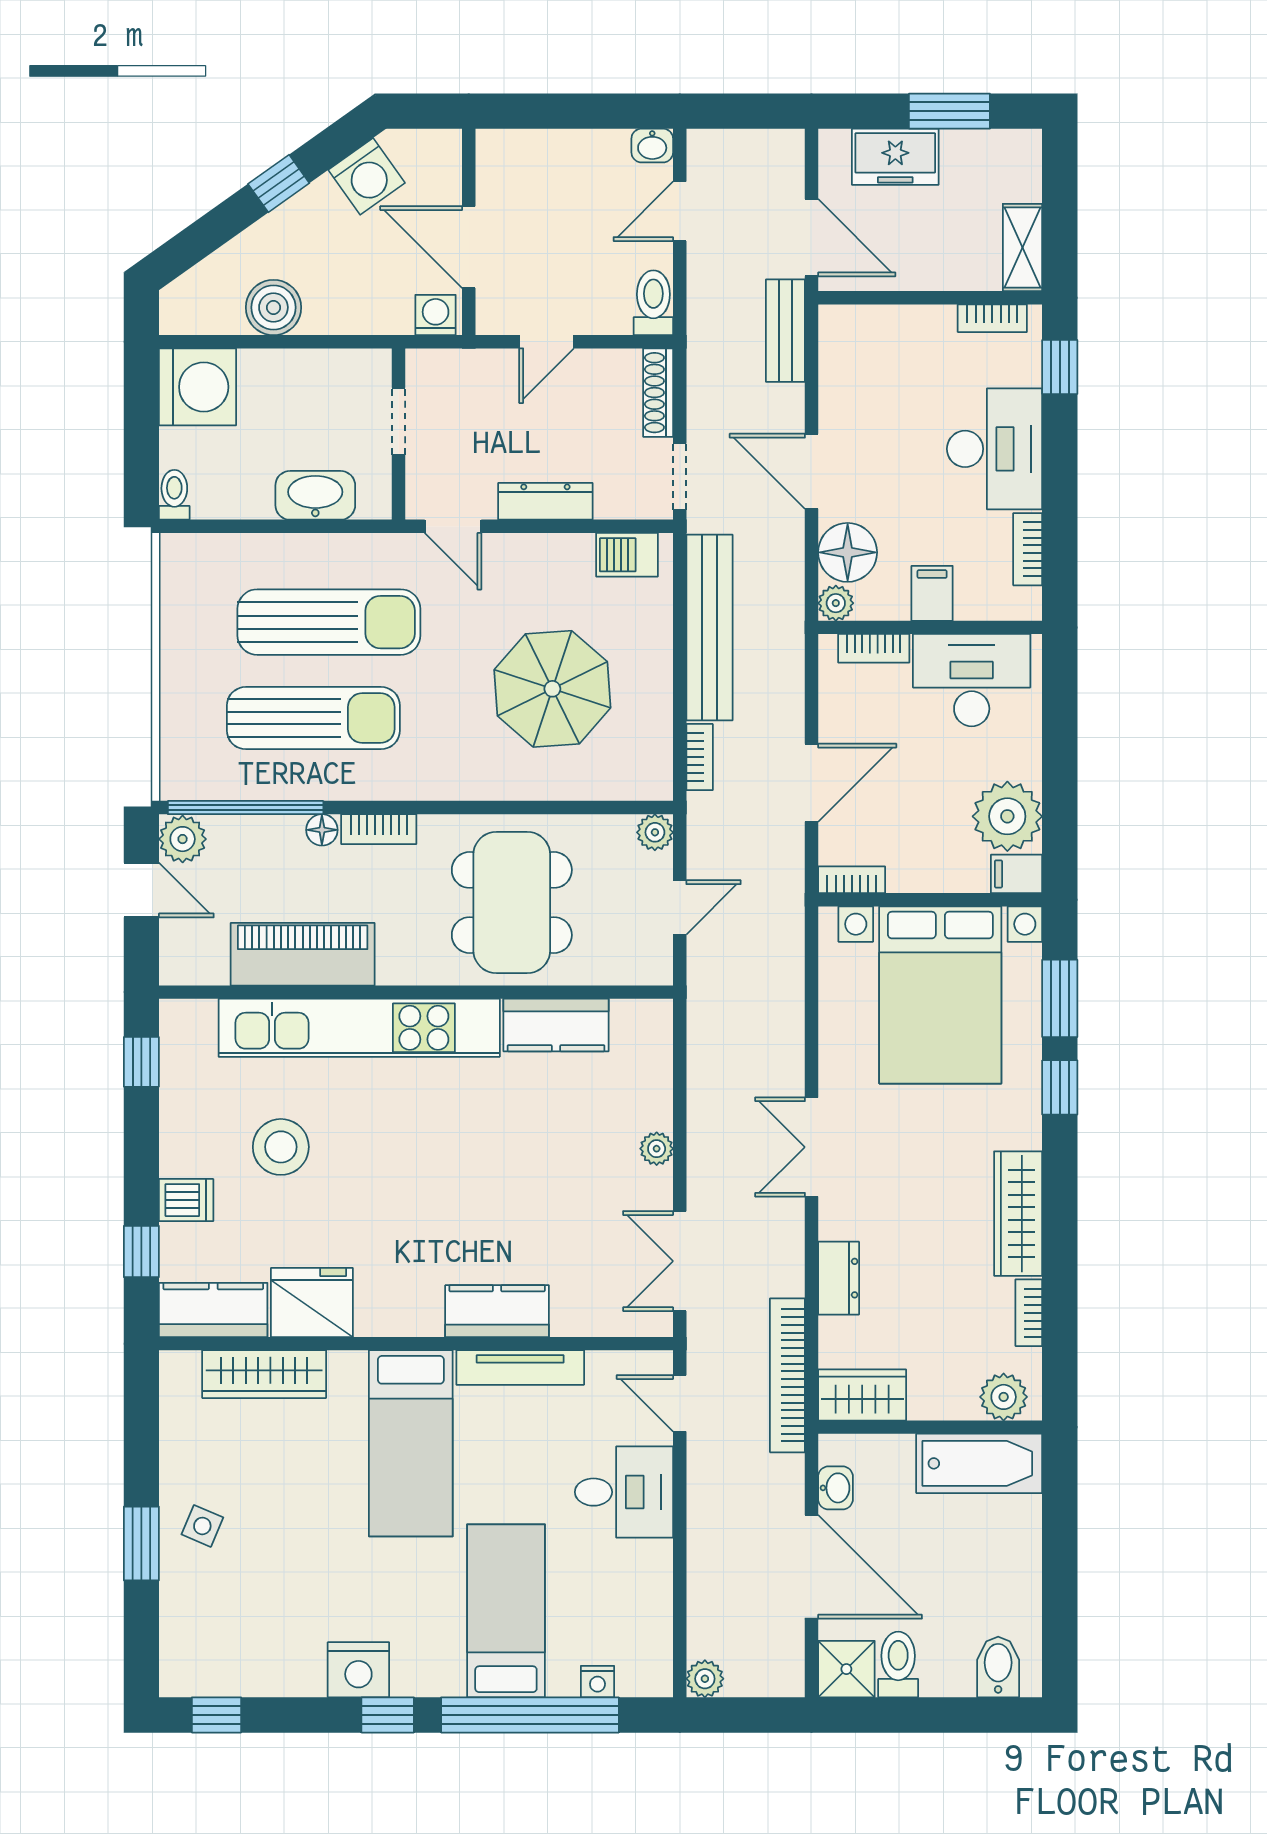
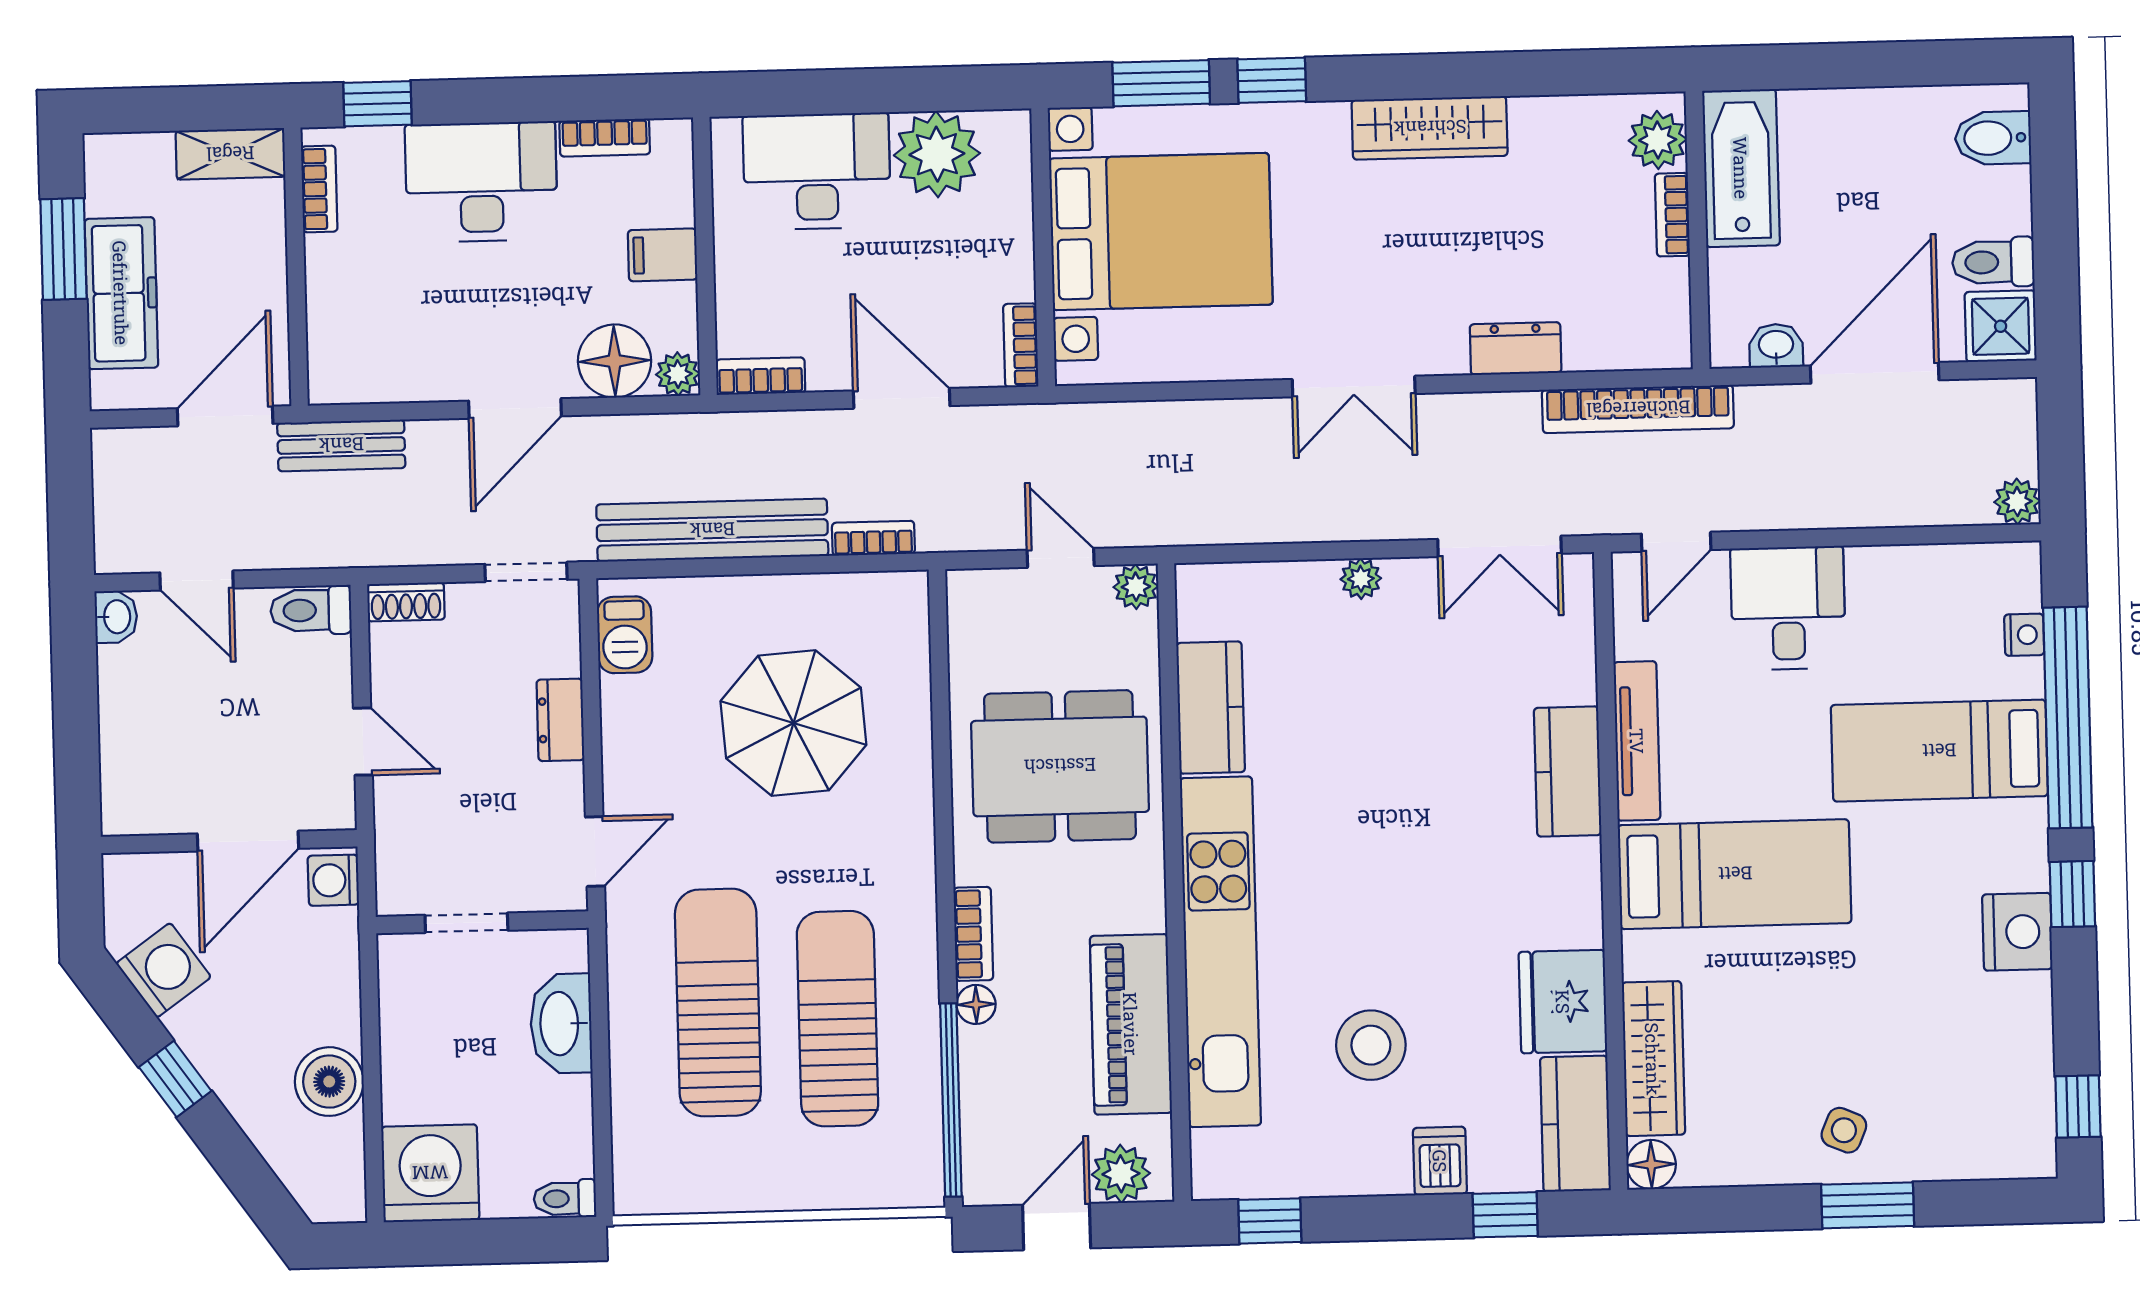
freezer: (895, 157) -> (121, 293), width x1.40
shoe rack: (658, 393) -> (406, 602), width x0.70
dresser: (545, 501) -> (560, 720), width x0.70
bookcase: (874, 648) -> (761, 376), moved, turned -90
desk: (972, 680) -> (817, 171), moved, turned 90
plant: (655, 832) -> (1136, 587), moved
plant: (183, 839) -> (1121, 1174), moved
filing cabinet: (1016, 874) -> (1008, 141), removed
bookcase: (1029, 1313) -> (1672, 215), moved, turned 90
floor lamp: (179, 1370) -> (1651, 1165), added
wardrobe: (862, 1395) -> (1660, 316), removed

